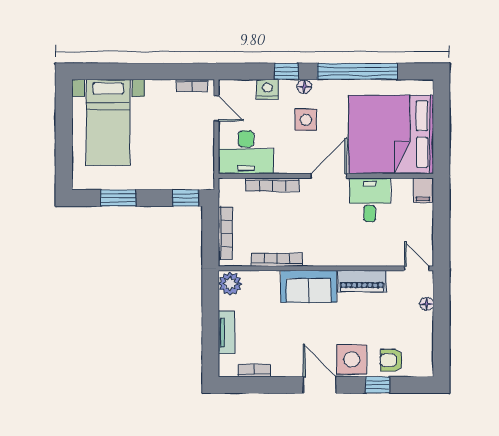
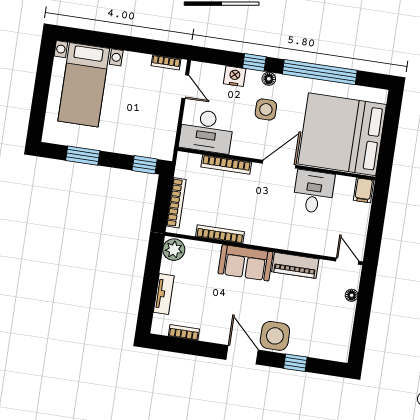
armchair: (391, 360) -> (311, 342), removed

